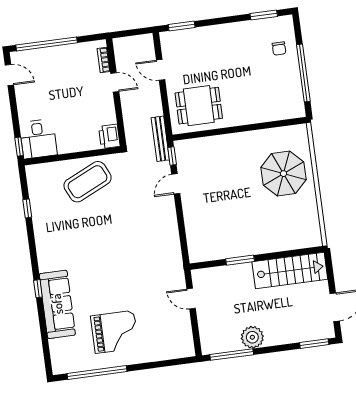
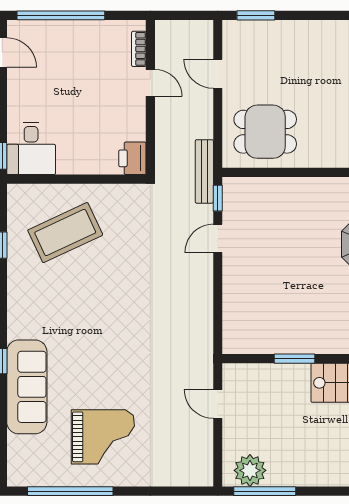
coffee table: (88, 182) -> (65, 233), moved
plant: (252, 337) -> (250, 470), moved

